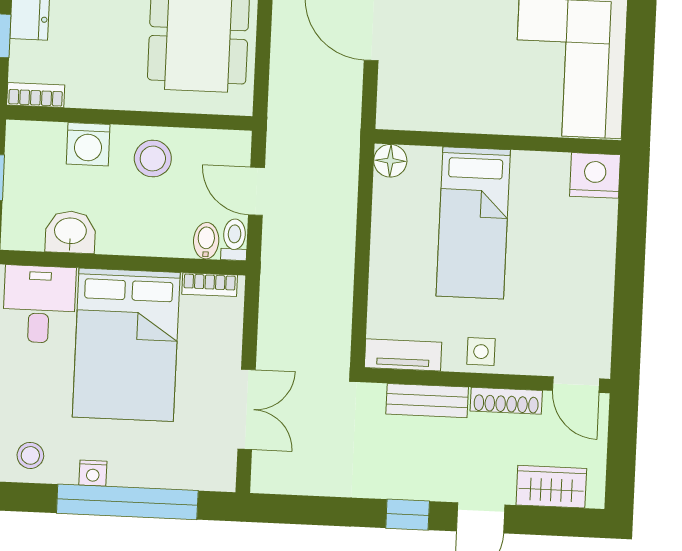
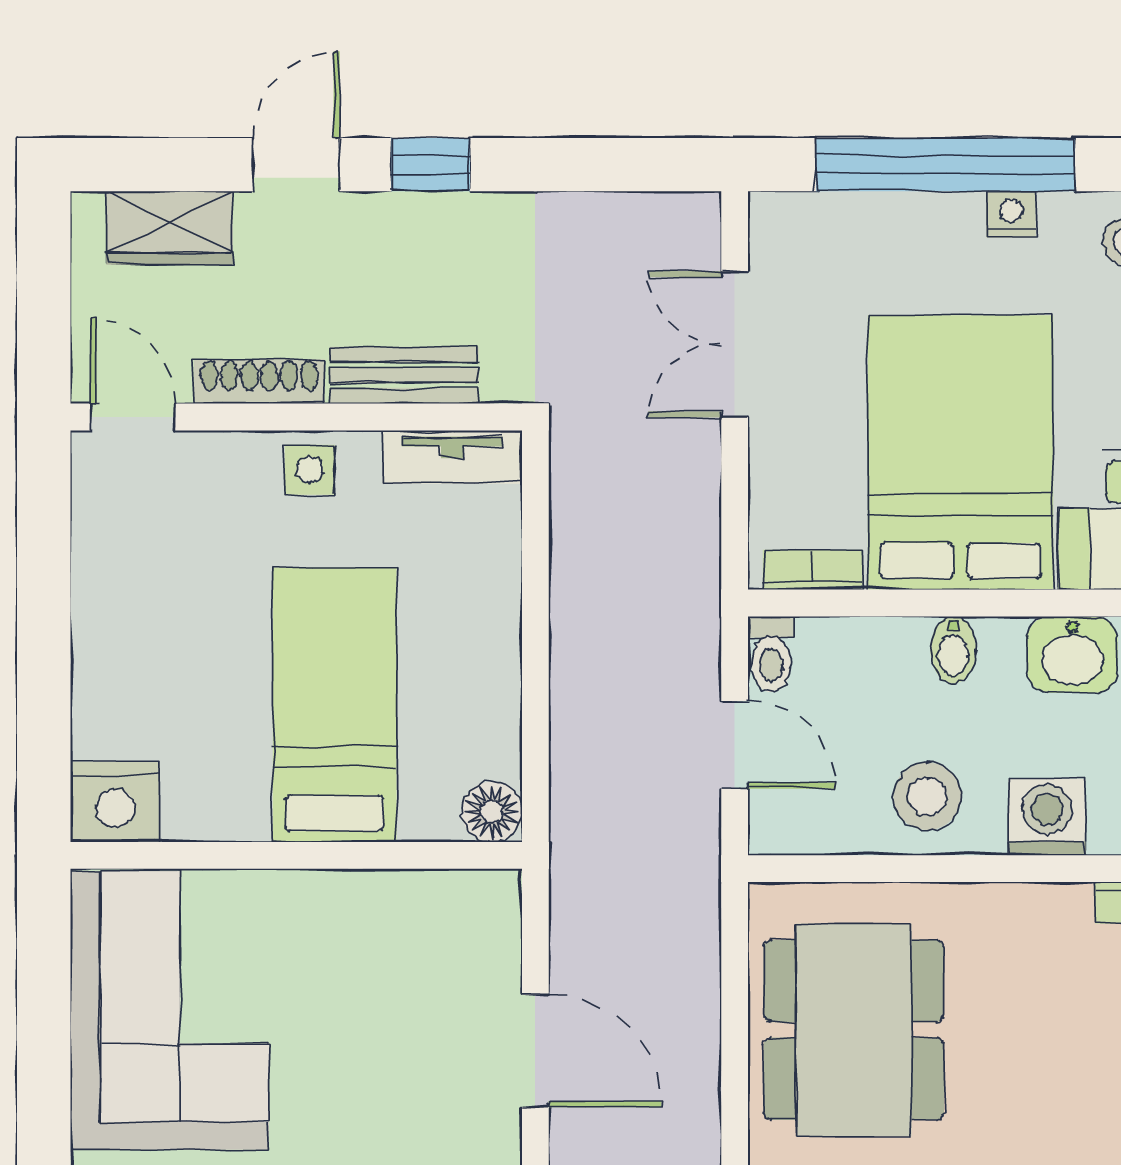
bidet: (206, 241) -> (953, 650), moved

